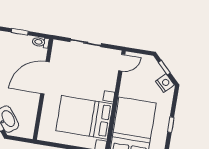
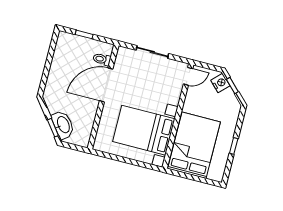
toilet: (41, 42) -> (102, 59), moved
nightstand: (165, 83) -> (220, 83), moved

